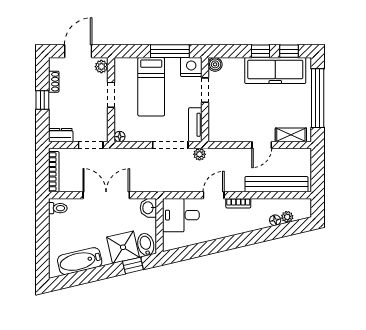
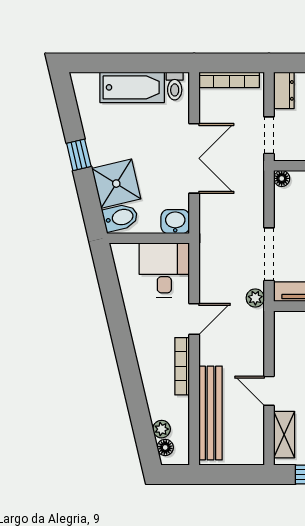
door: (214, 195) -> (194, 319), hinge flipped
bookcase: (238, 203) -> (182, 366), width x1.56
floor lamp: (275, 220) -> (165, 447), moved
bathtub: (80, 261) -> (132, 87), moved, turned 103
window: (133, 265) -> (79, 155), moved

